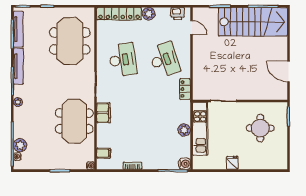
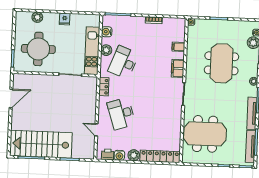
water cooler: (165, 13) -> (119, 155), added
door: (191, 28) -> (96, 130), moved
meeting table: (70, 41) -> (205, 134), turned 90
desk: (123, 60) -> (123, 62), moved, turned 30
door: (288, 71) -> (11, 98), hinge flipped
meeting table: (74, 121) -> (221, 63), moved
round table: (260, 128) -> (38, 49), width x1.36, depth x1.36
filing cabinet: (104, 153) -> (178, 47), moved
water cooler: (185, 164) -> (107, 32), moved
plant: (263, 164) -> (37, 17), added

